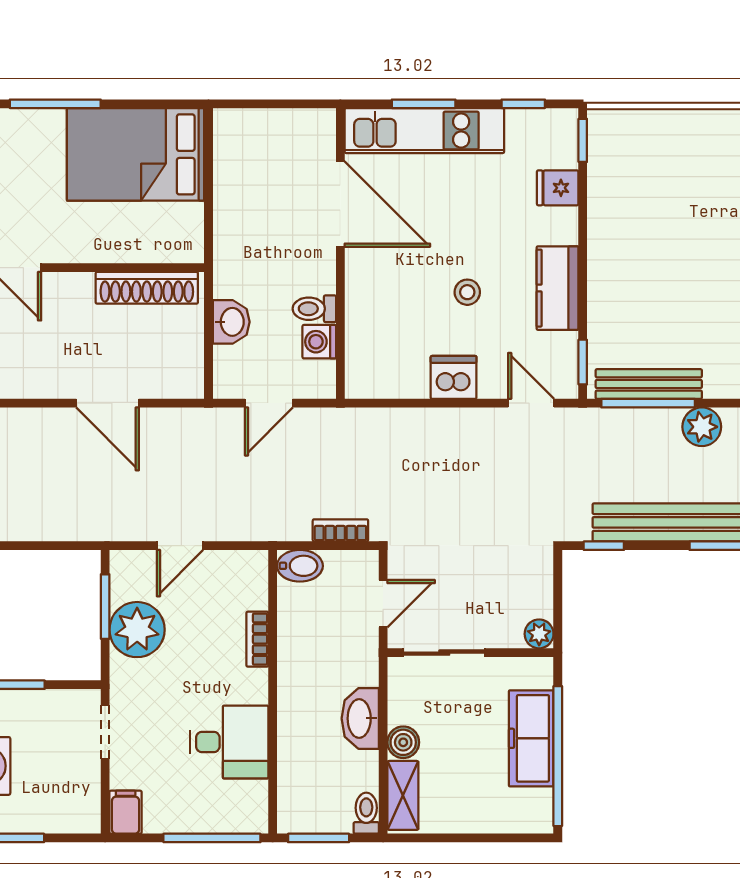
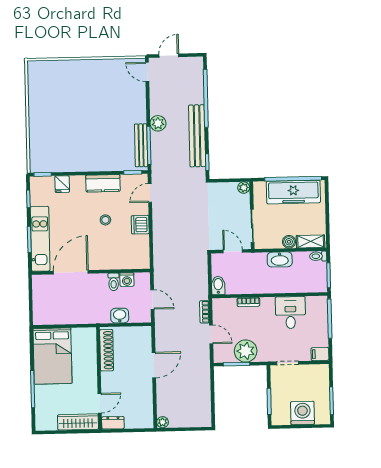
bookcase: (340, 530) -> (204, 312), moved
freezer: (531, 738) -> (293, 192), width x1.36, depth x1.26

